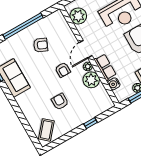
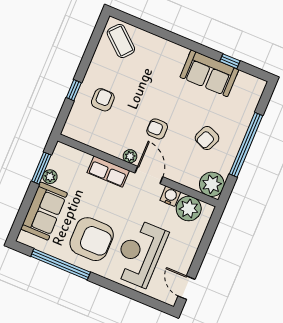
plant: (91, 80) -> (212, 184), moved
water cooler: (114, 84) -> (170, 196), moved
armchair: (60, 102) -> (103, 100), moved, turned -90

